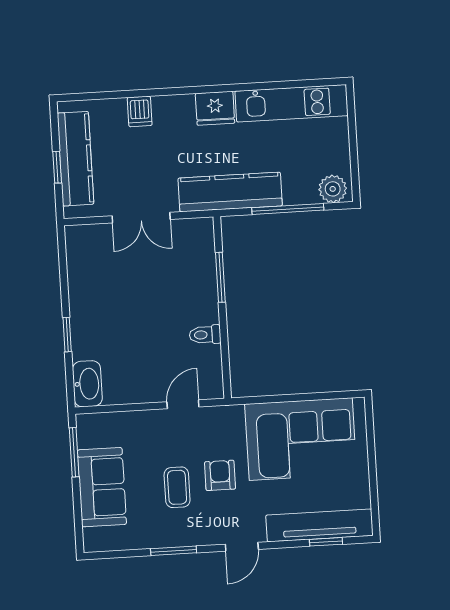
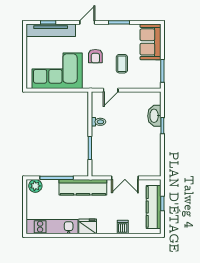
double door: (141, 218) -> (125, 178), swing flipped
washbasin: (87, 384) -> (154, 116), moved
sofa: (102, 487) -> (151, 42), moved
coffee table: (177, 487) -> (122, 64), moved

